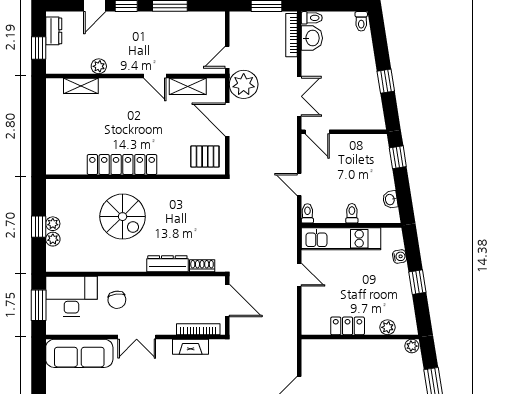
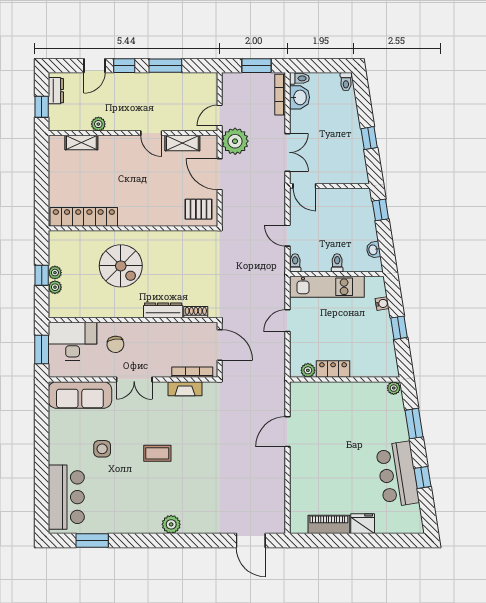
locker: (122, 165) -> (84, 217), moved
door: (299, 275) -> (288, 321), swing flipped
plant: (388, 327) -> (308, 370), moved

